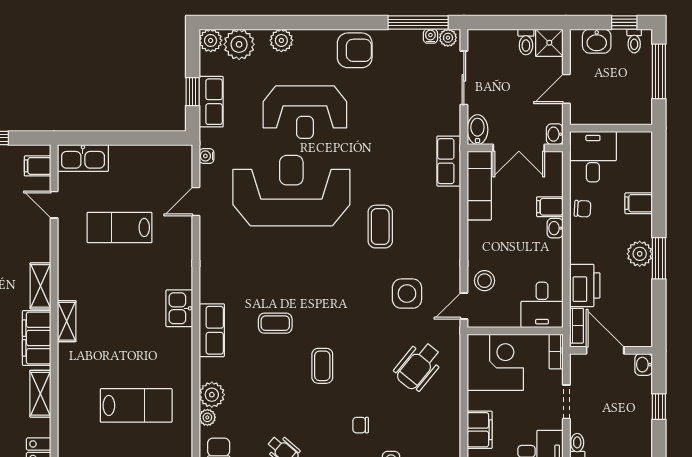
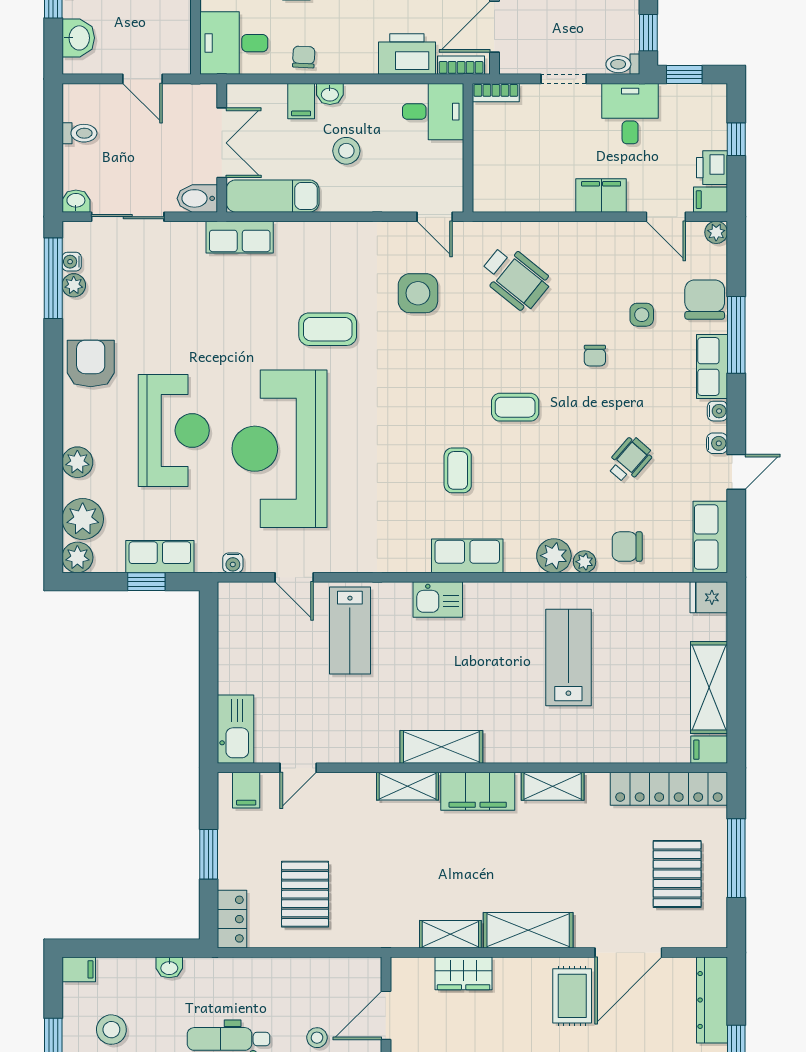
plant: (448, 38) -> (74, 285), moved
shower: (549, 43) -> (80, 102), removed
washbasin: (555, 134) -> (76, 201), moved, turned 180
lab bench: (120, 227) -> (350, 630), moved
stool: (484, 281) -> (346, 151), moved
shelving: (67, 321) -> (441, 747), width x1.50, depth x1.33
corner desk: (495, 362) -> (510, 174), removed

